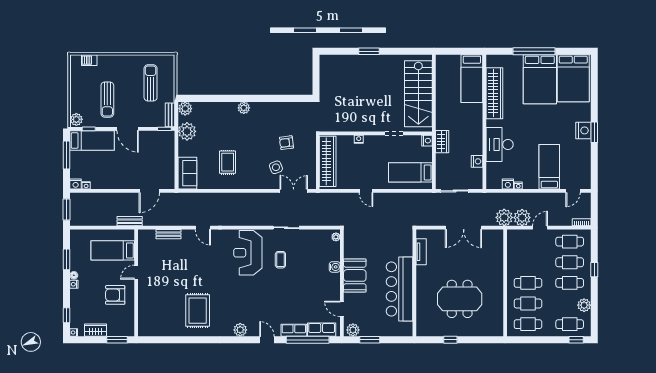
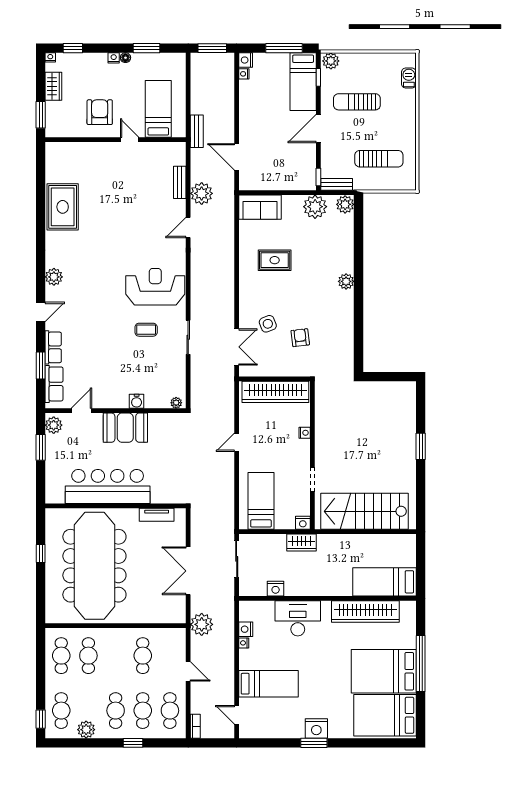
plant: (522, 218) -> (202, 193), moved
cafe table: (528, 283) -> (143, 656), moved
meeting table: (460, 299) -> (94, 566), width x1.86, depth x1.27
rug: (198, 311) -> (63, 207), moved, turned 90
window: (308, 340) -> (41, 365), width x0.47

